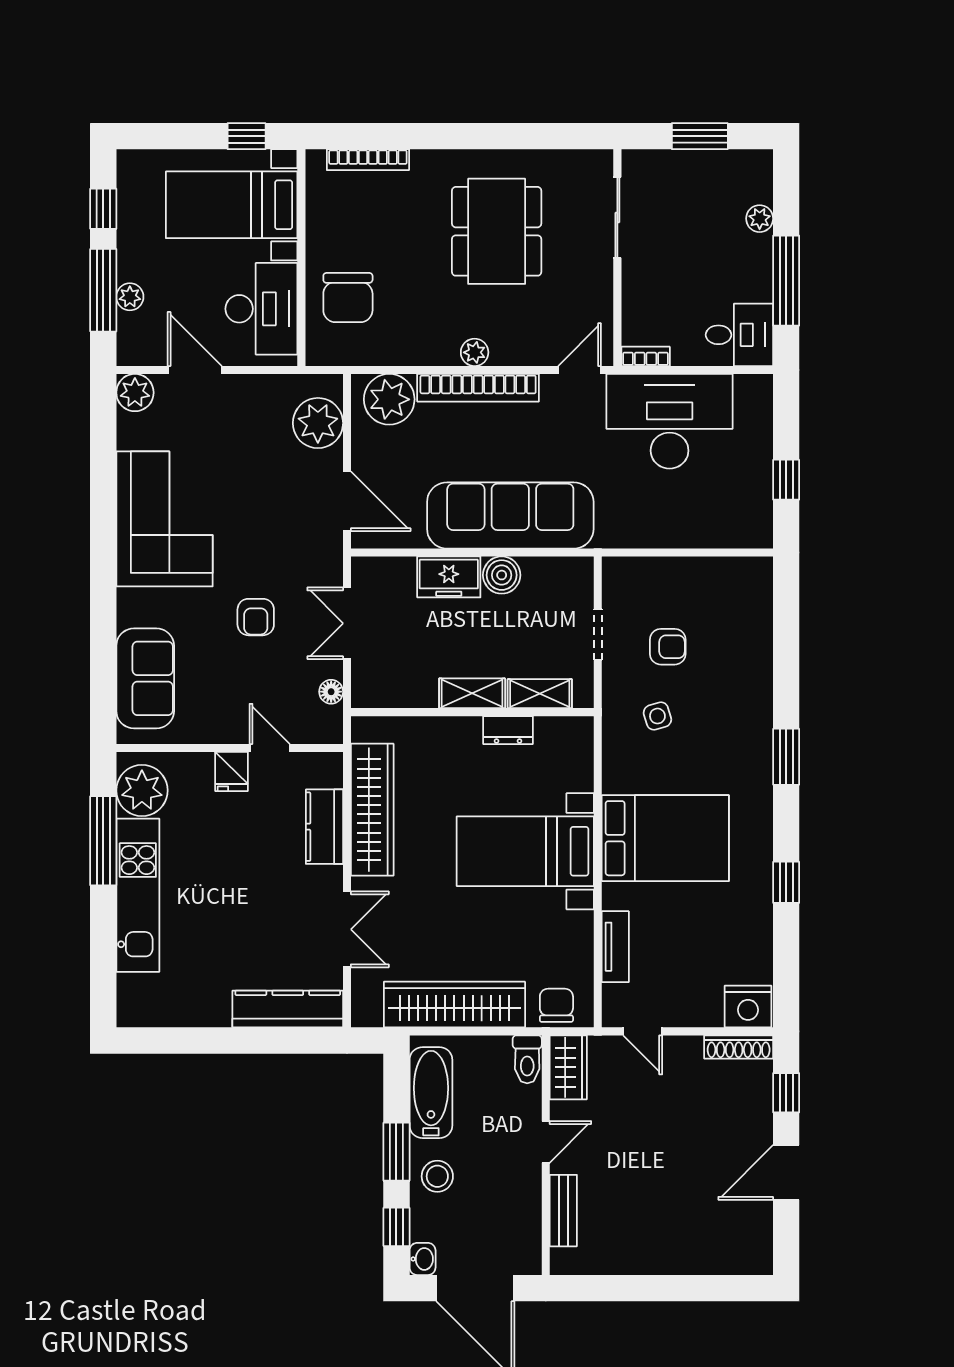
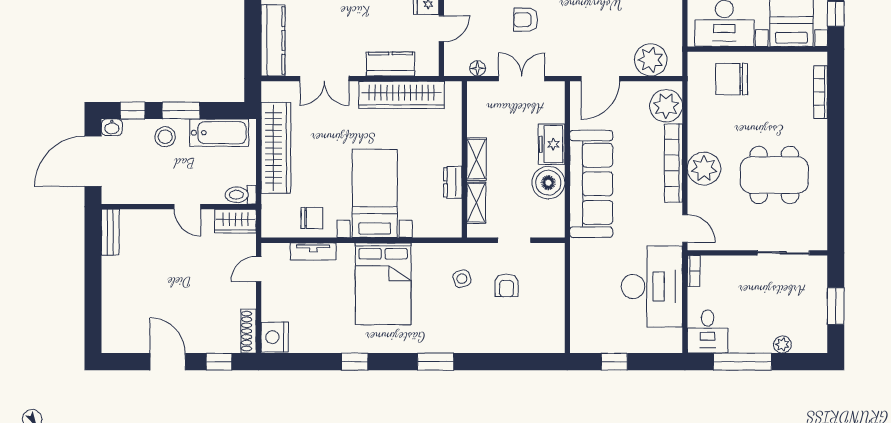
plant: (475, 352) -> (704, 169), width x1.87, depth x1.87
boiler: (502, 575) -> (548, 183), width x1.37, depth x1.37
chair: (556, 1005) -> (312, 218), moved
bench: (563, 1211) -> (110, 232), moved, turned 90

